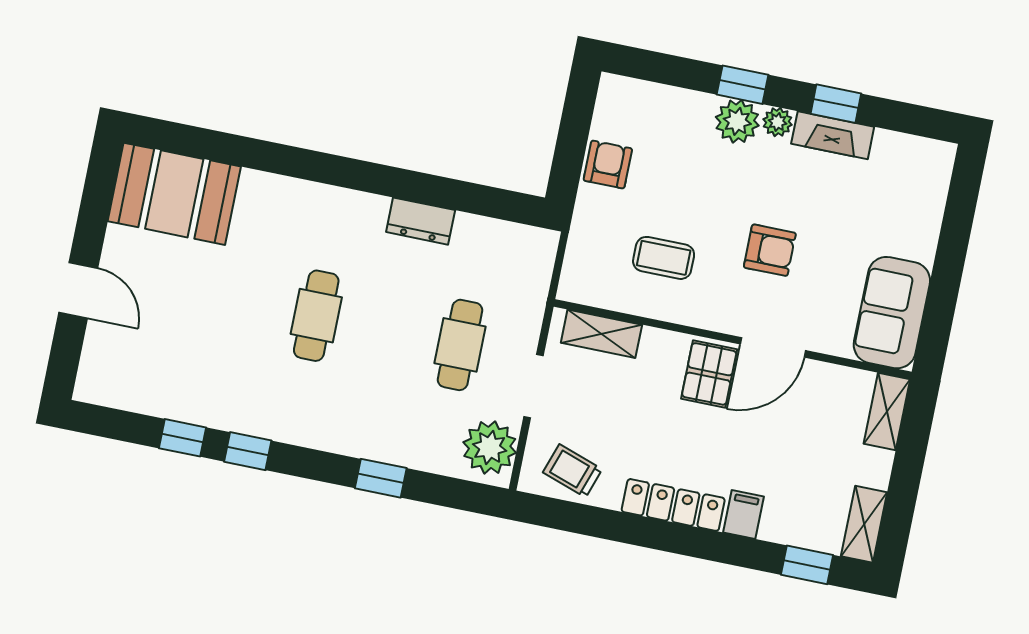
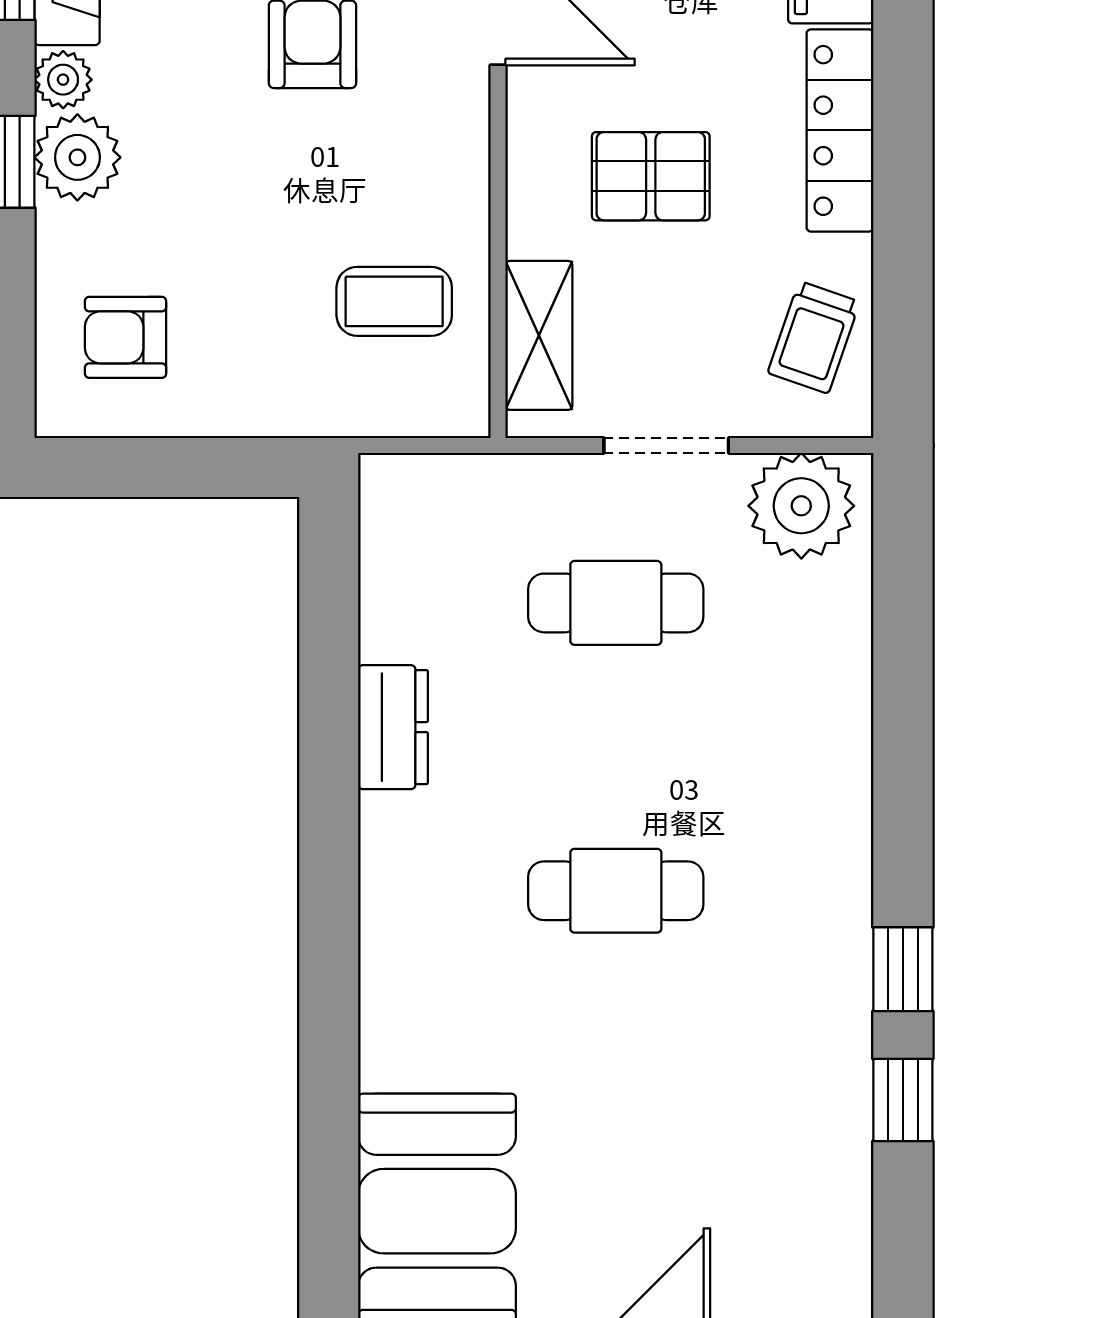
armchair: (608, 165) -> (126, 337), moved
coffee table: (664, 258) -> (394, 301), moved, turned 90
pallet: (709, 374) -> (651, 176), moved
window: (381, 478) -> (903, 703), removed

